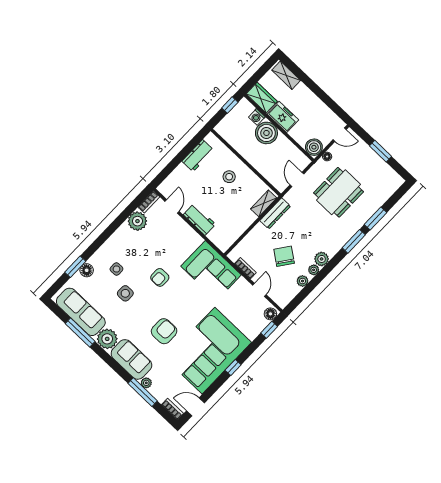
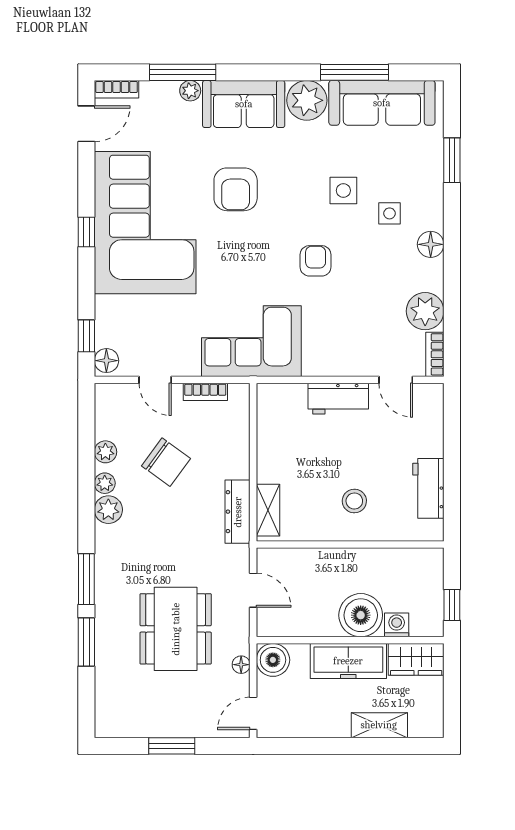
shelving: (286, 75) -> (379, 725), moved
freezer: (283, 117) -> (348, 661), width x1.40
floor lamp: (87, 270) -> (431, 244), moved

